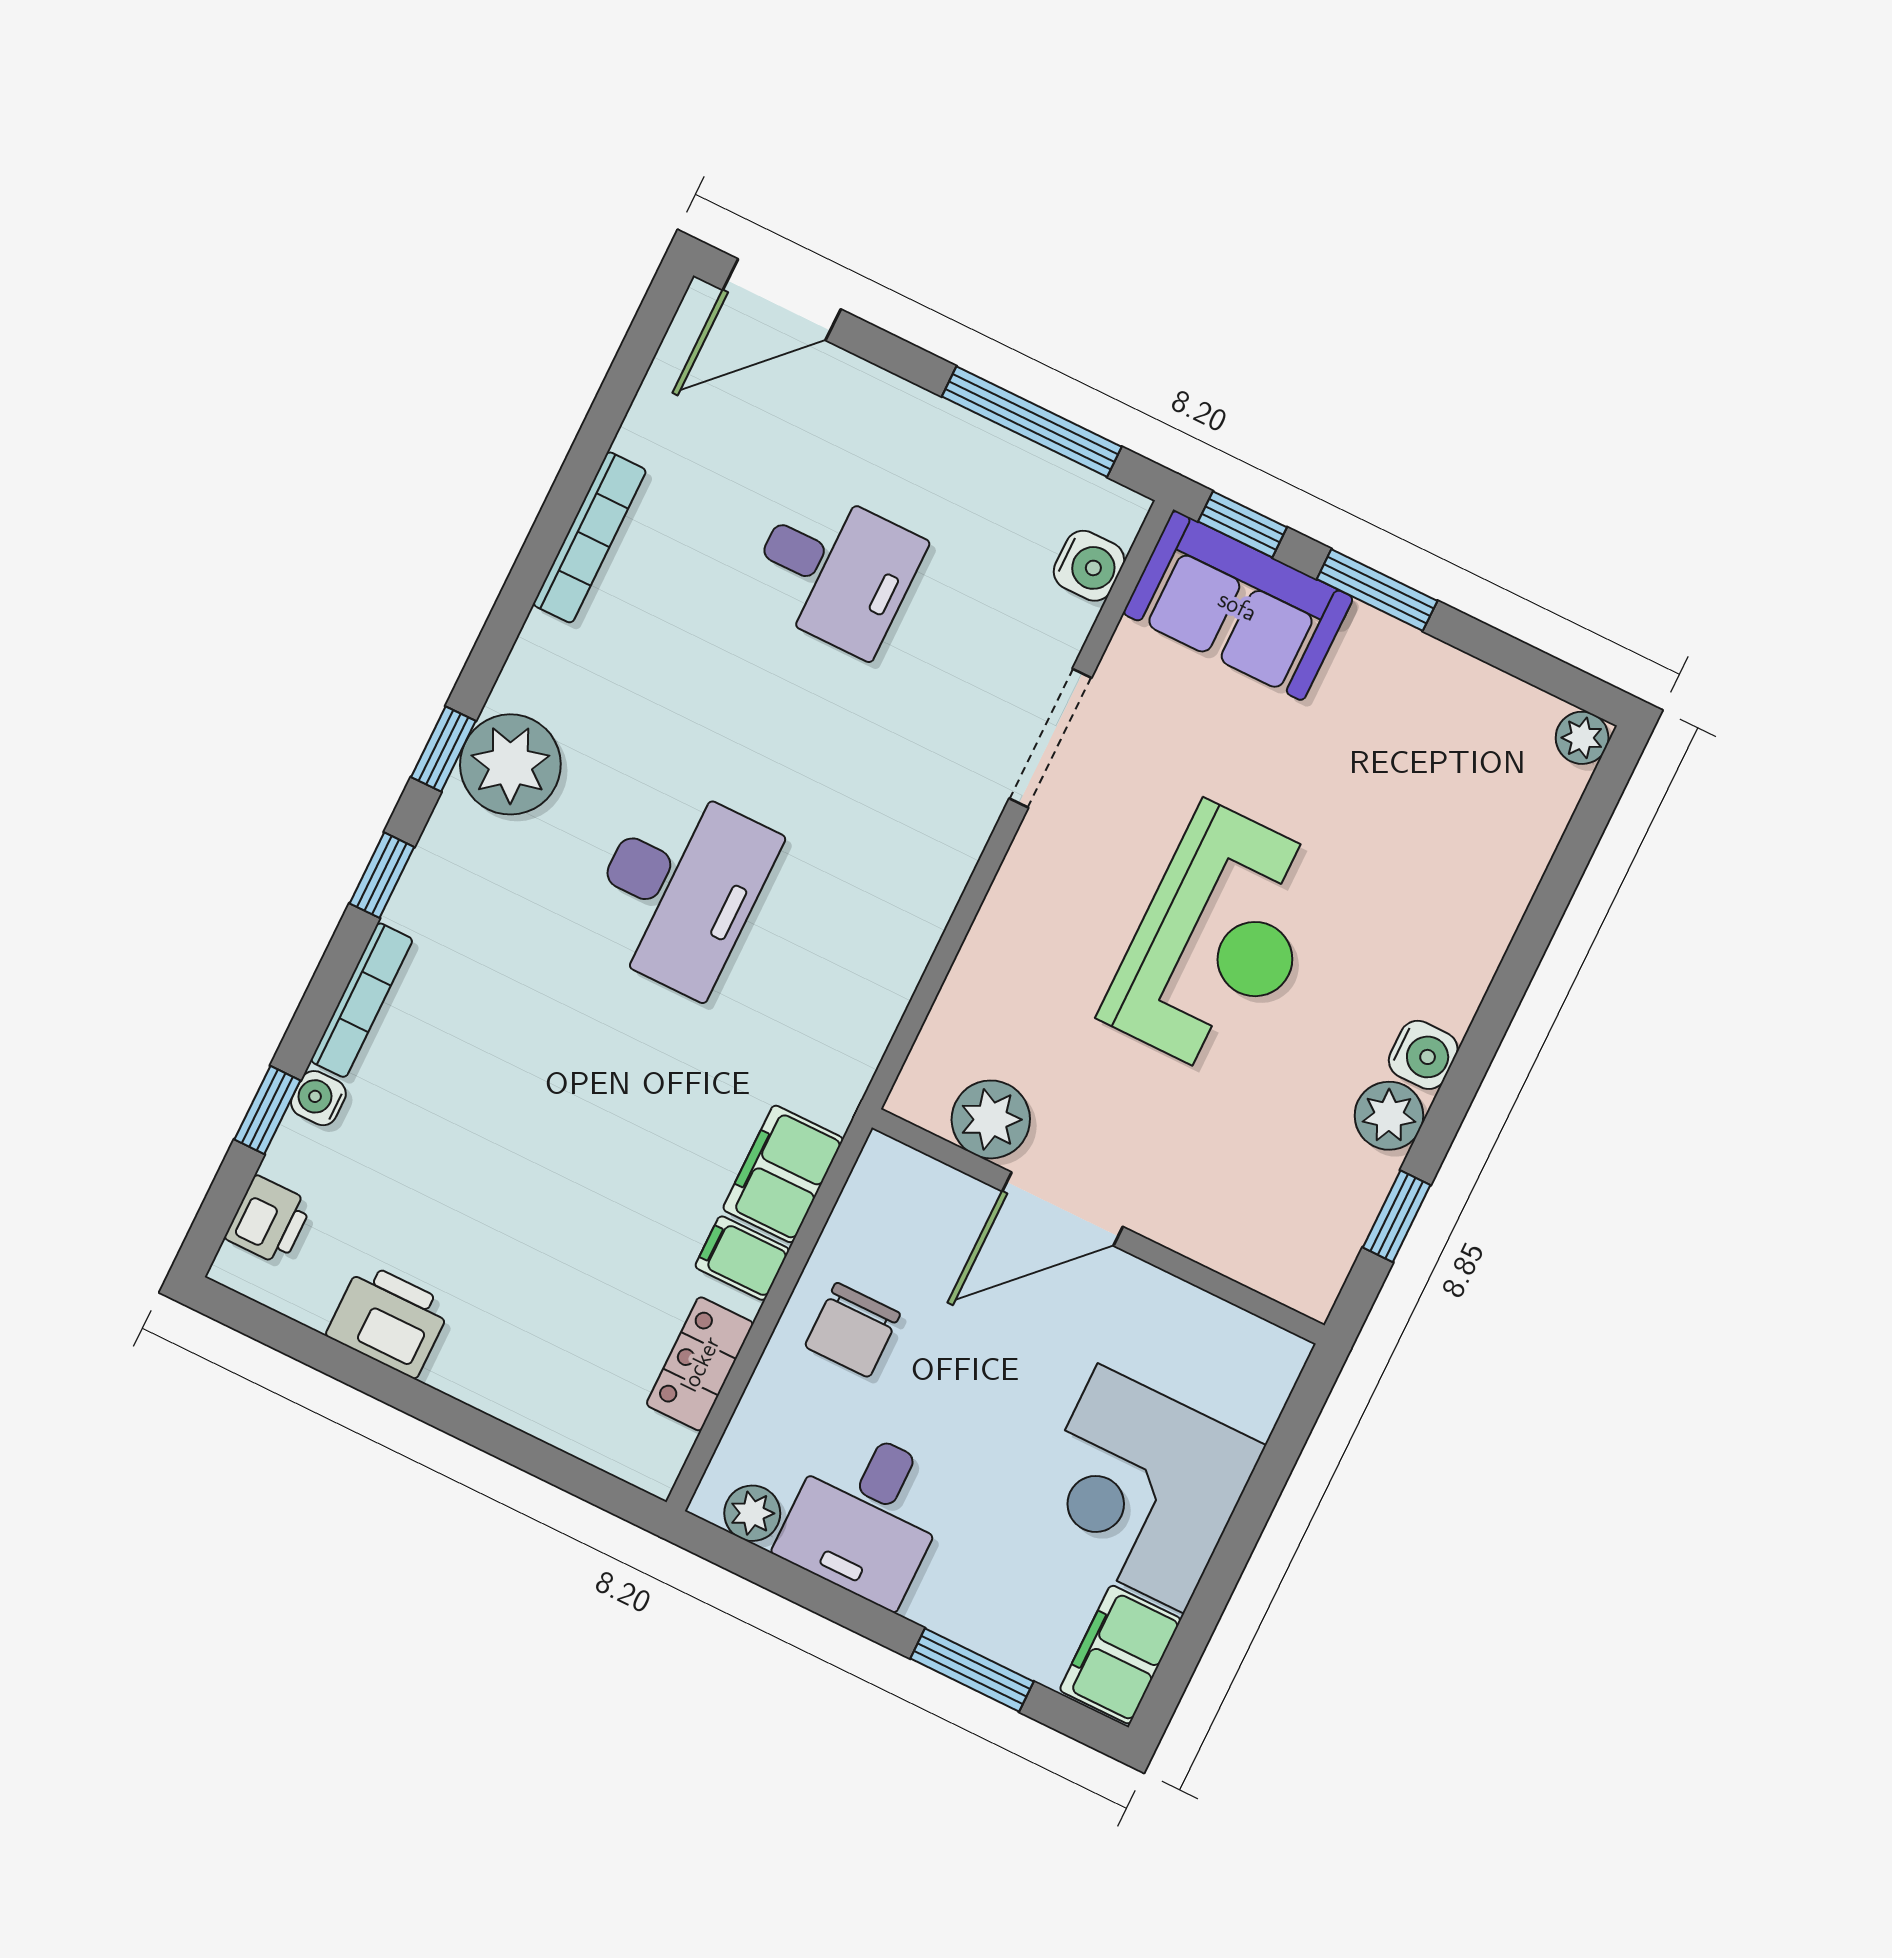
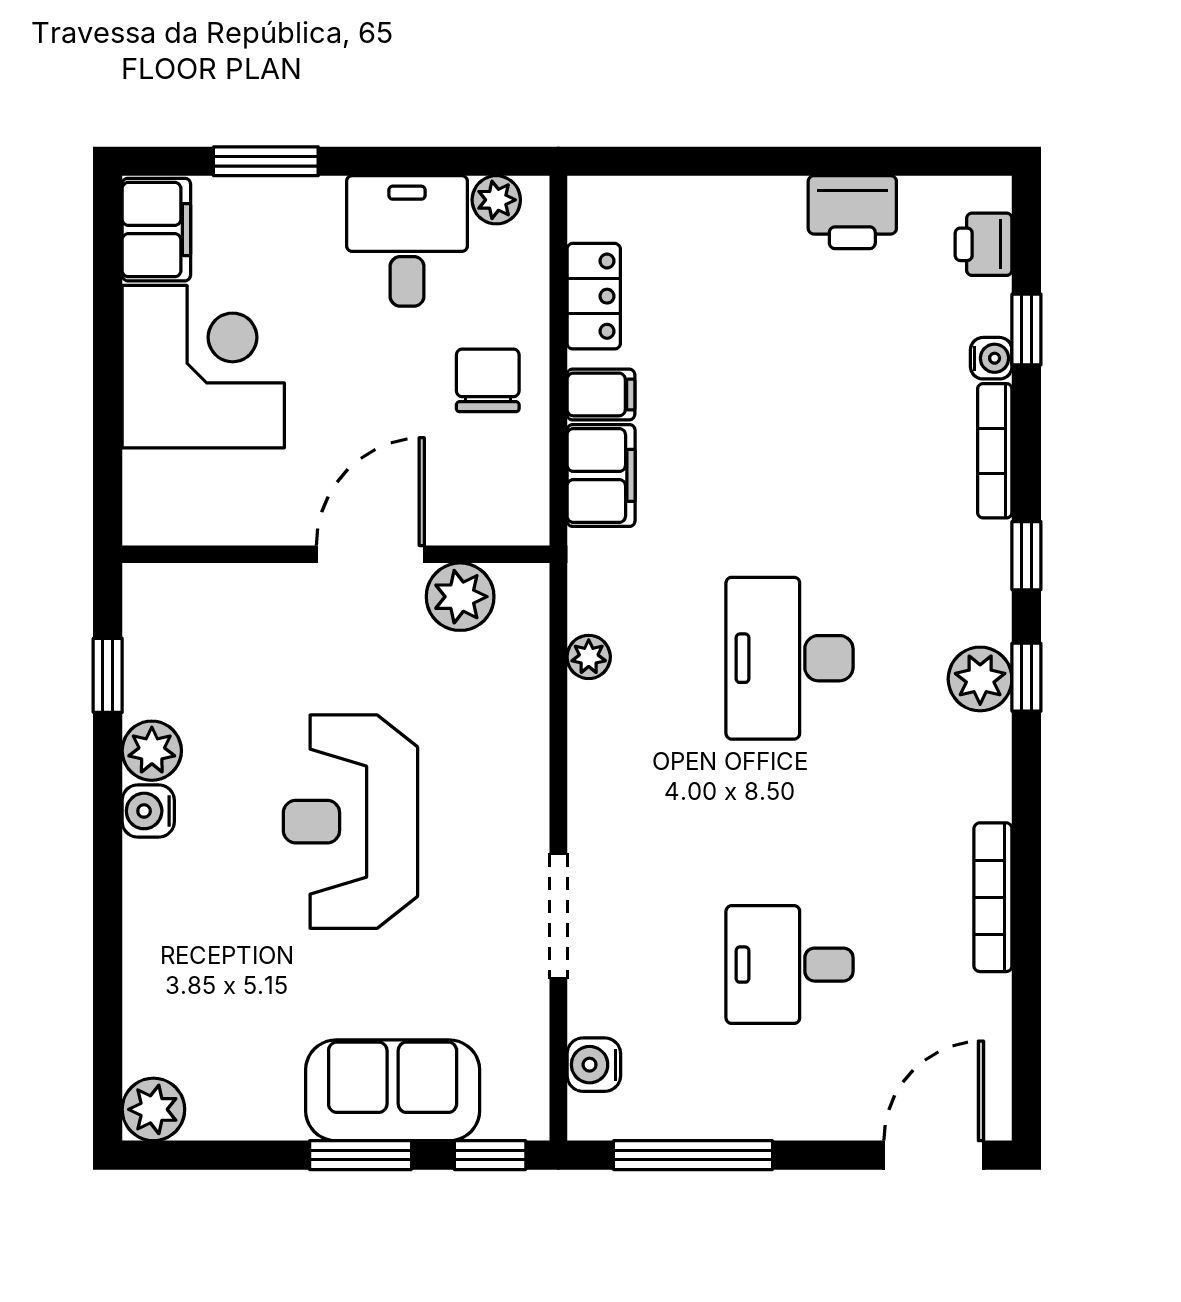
sofa: (1238, 606) -> (393, 1090), moved
plant: (1582, 738) -> (153, 1109), width x1.38, depth x1.38
plant: (510, 764) -> (980, 679), width x0.73, depth x0.73
plant: (888, 992) -> (589, 657), added

